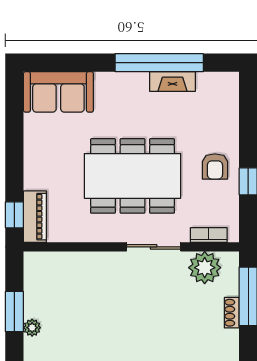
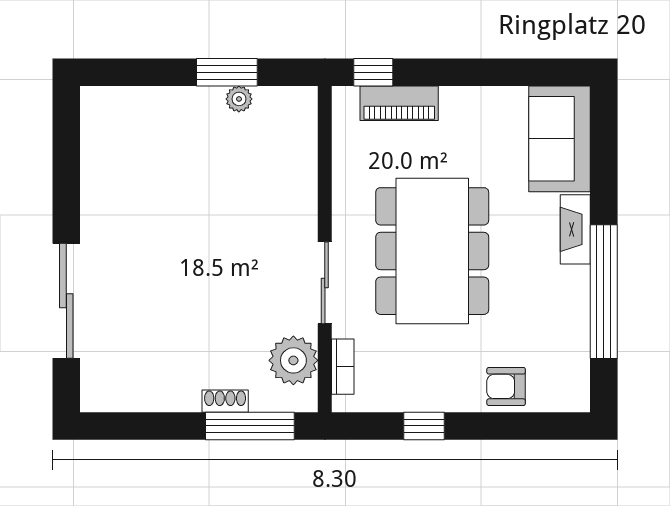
fireplace: (172, 81) -> (575, 229), moved
armchair: (215, 166) -> (506, 386), moved
piano: (35, 217) -> (399, 103), moved
plant: (32, 328) -> (239, 99), moved

